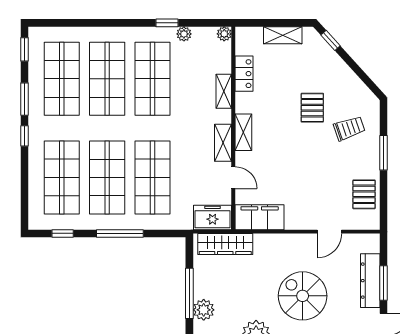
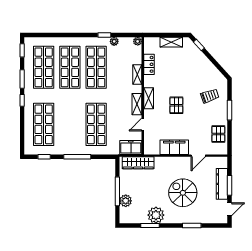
pallet: (312, 108) -> (176, 105), moved
shop shelf: (107, 178) -> (70, 124), removed
door: (233, 178) -> (143, 124), swing flipped
filing cabinet: (260, 217) -> (174, 147), moved

